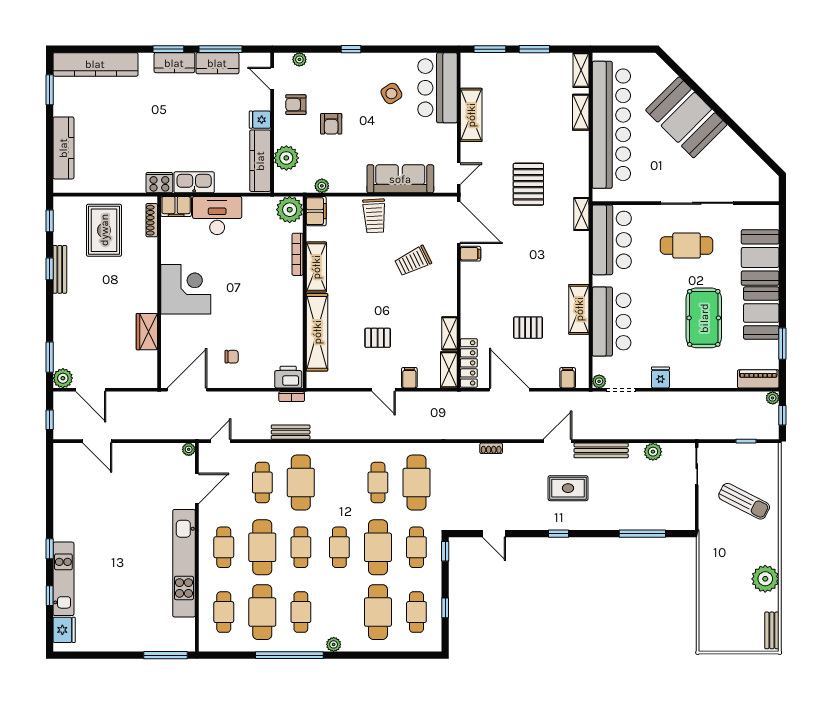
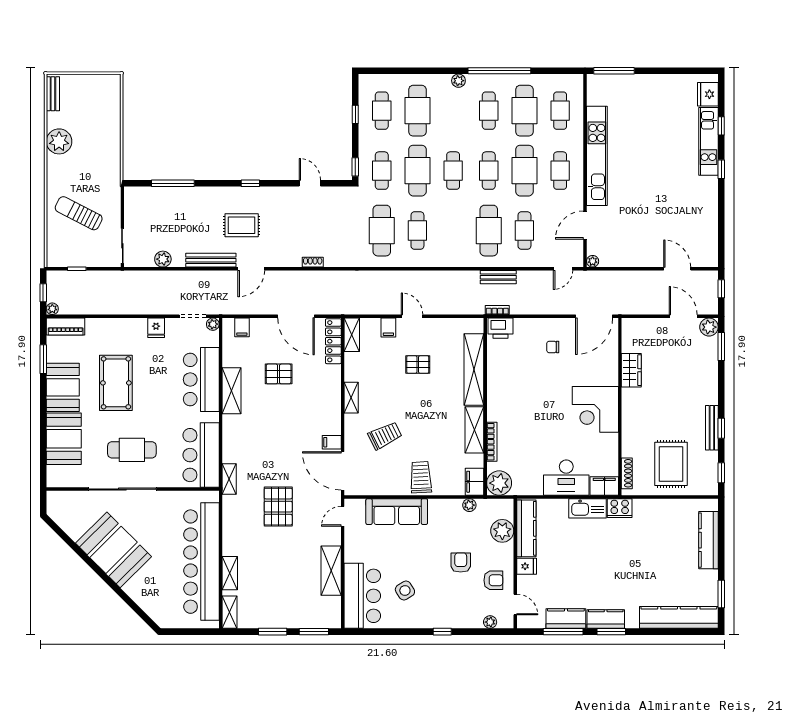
booth: (686, 117) -> (113, 550), moved
shelving: (450, 333) -> (351, 398), moved

